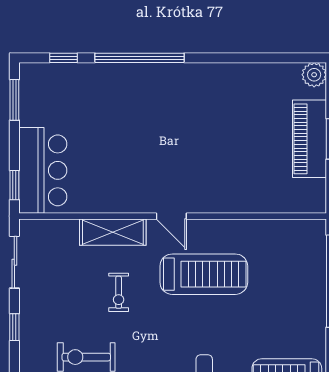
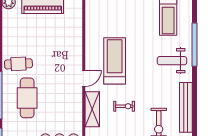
cafe table: (198, 93) -> (18, 64), added
cafe table: (134, 110) -> (27, 98), added

